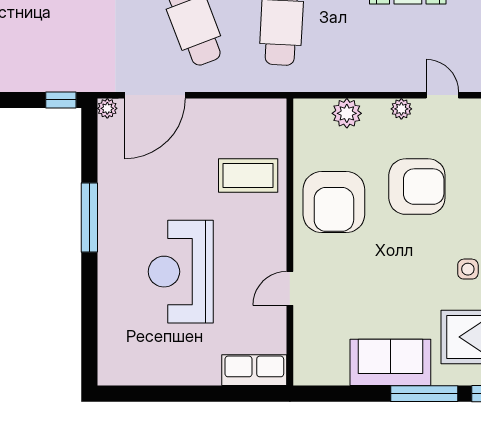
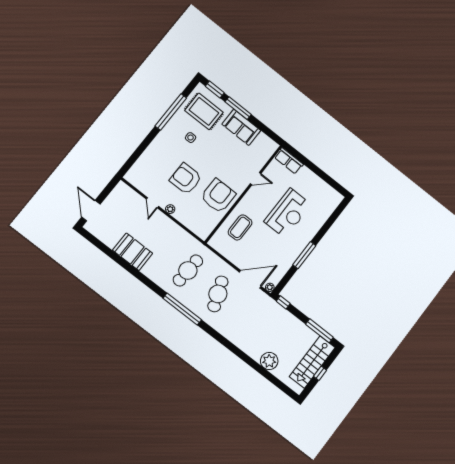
plant: (347, 113) -> (190, 222), removed
coffee table: (248, 176) -> (240, 227), turned 90

